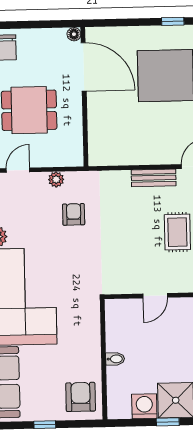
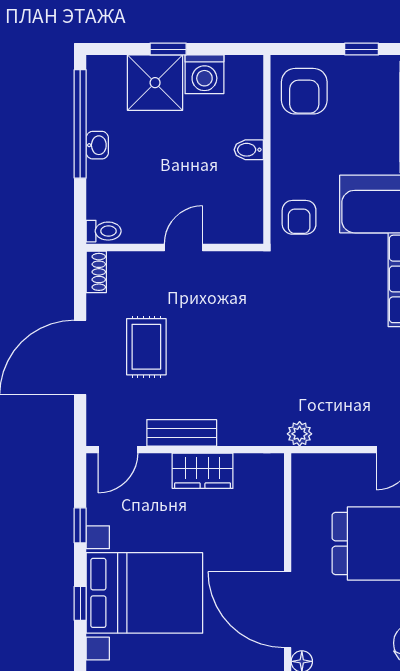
wardrobe: (140, 154) -> (203, 471), added
plant: (56, 179) -> (300, 434), moved
armchair: (74, 214) -> (299, 217), moved

